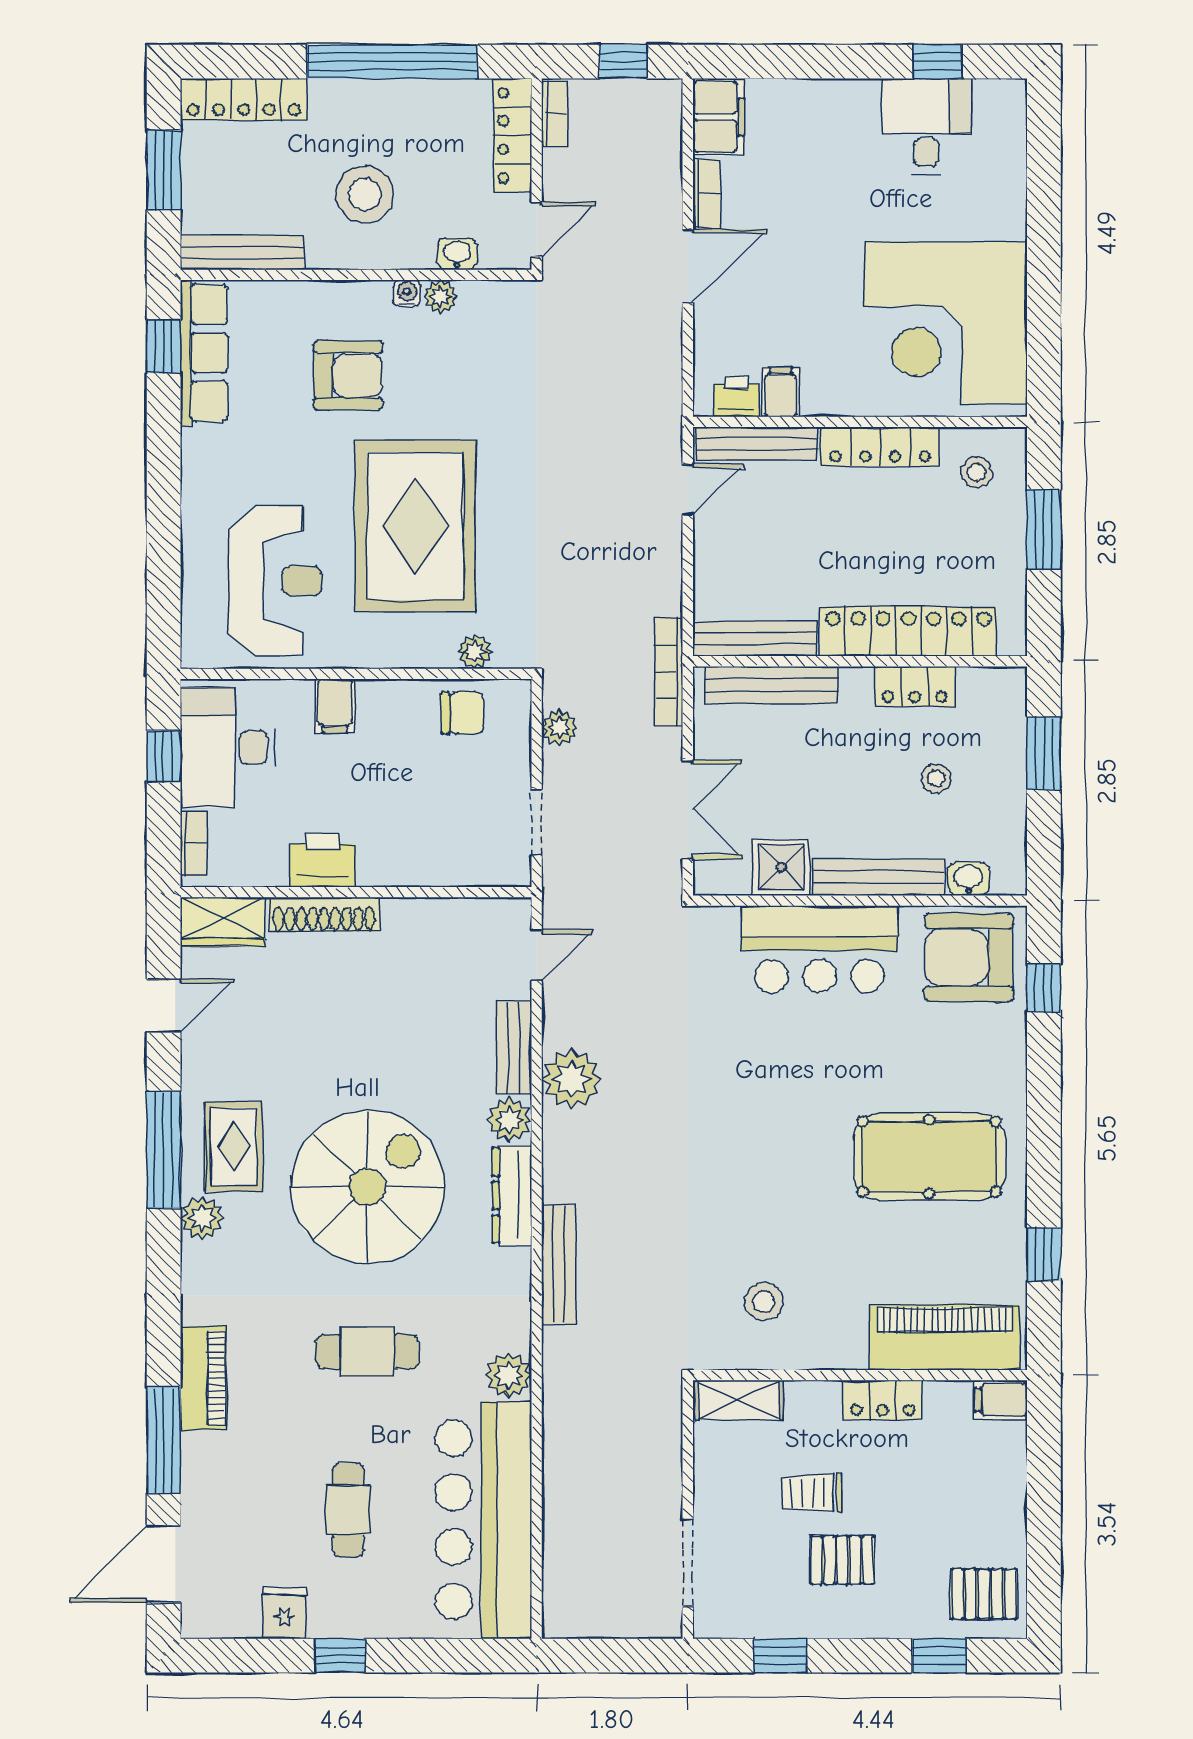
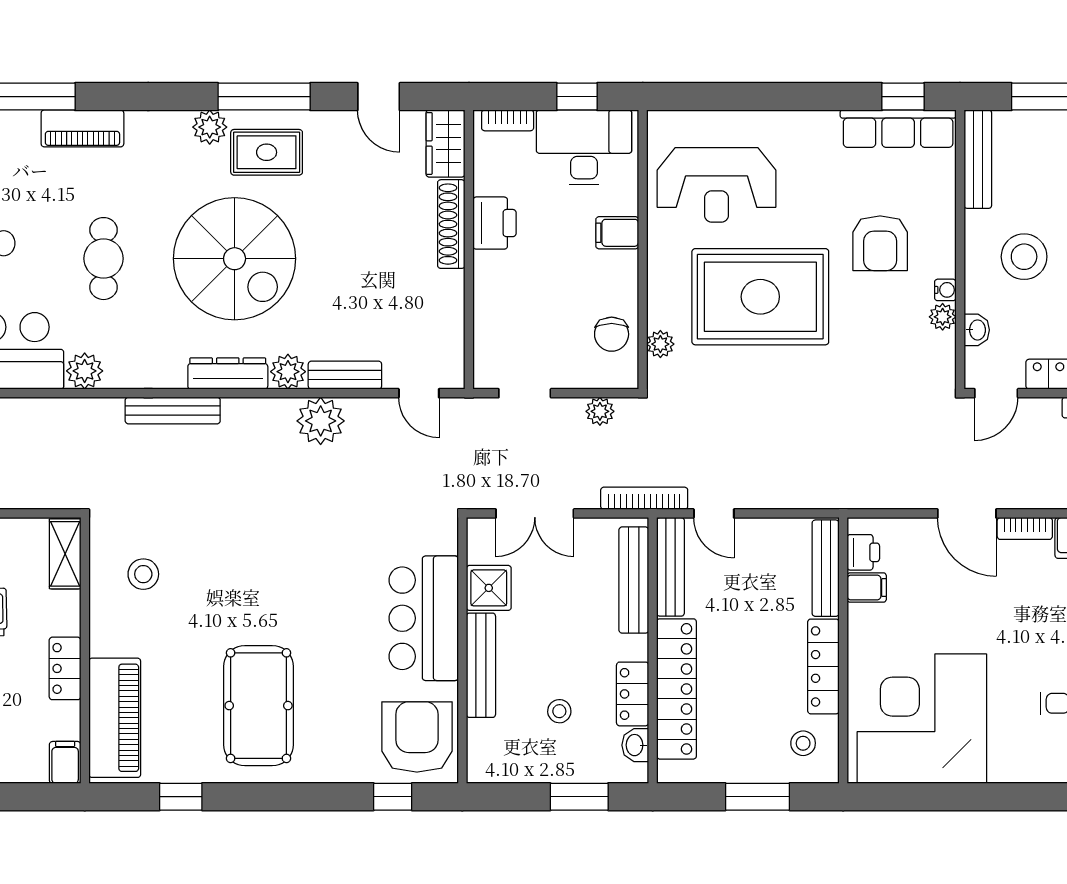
door: (537, 229) -> (996, 393), hinge flipped
door: (688, 490) -> (714, 513), moved
washbasin: (968, 879) -> (635, 745), moved, turned 180

